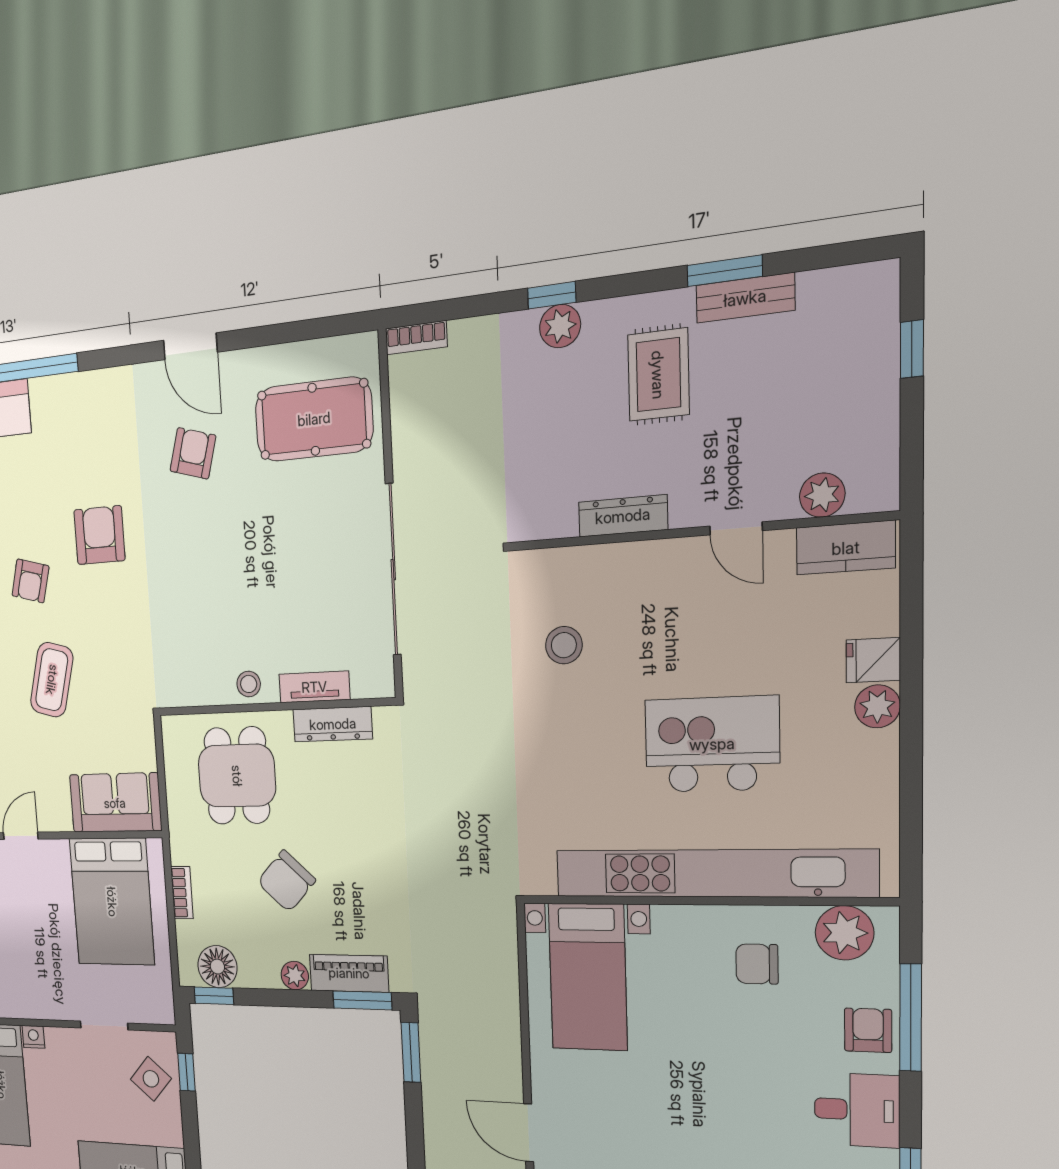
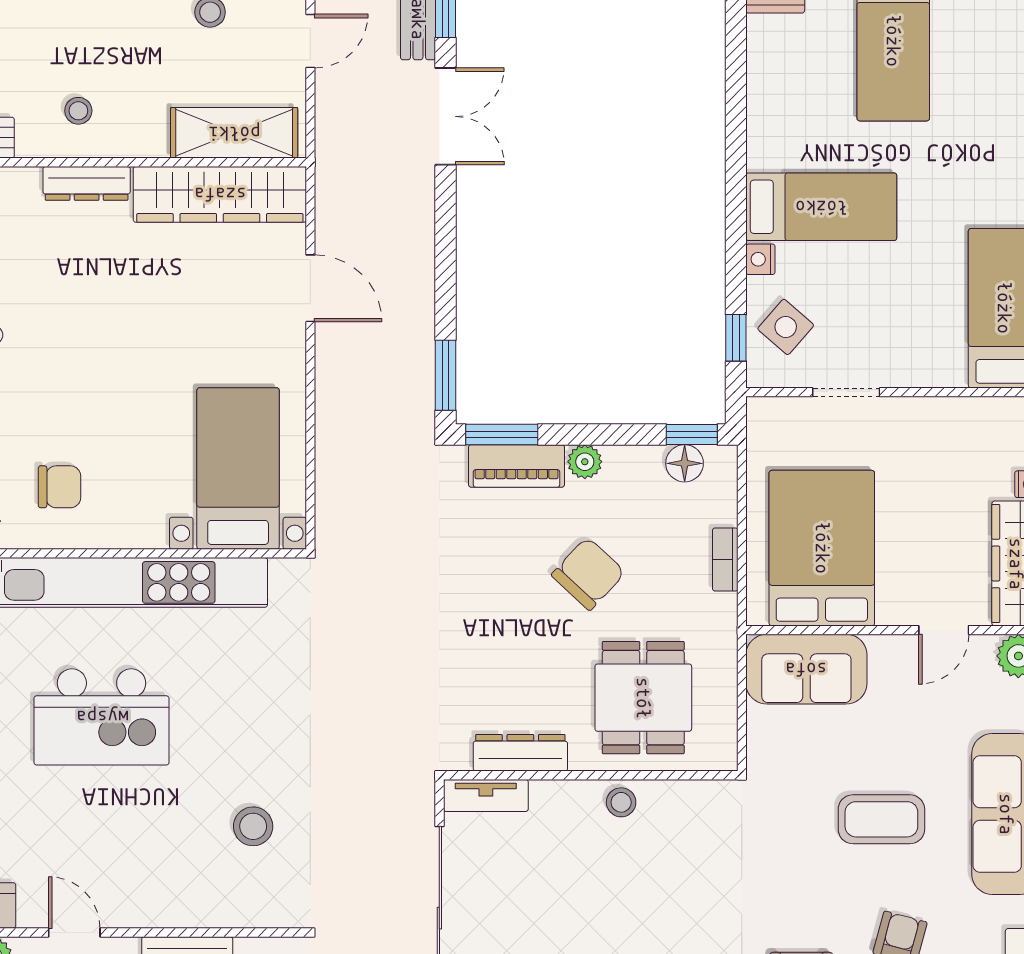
coffee table: (52, 680) -> (881, 819), turned 75
tv unit: (314, 687) -> (486, 795), moved
floor lamp: (217, 967) -> (685, 463), width x0.73, depth x0.73
nightstand: (33, 1037) -> (760, 259), moved, turned 90

